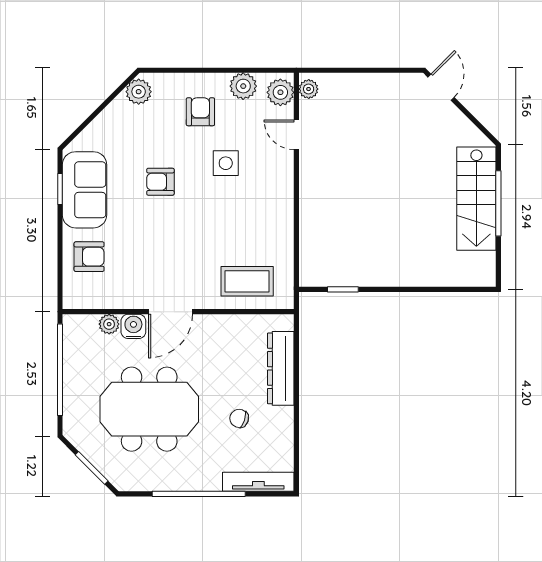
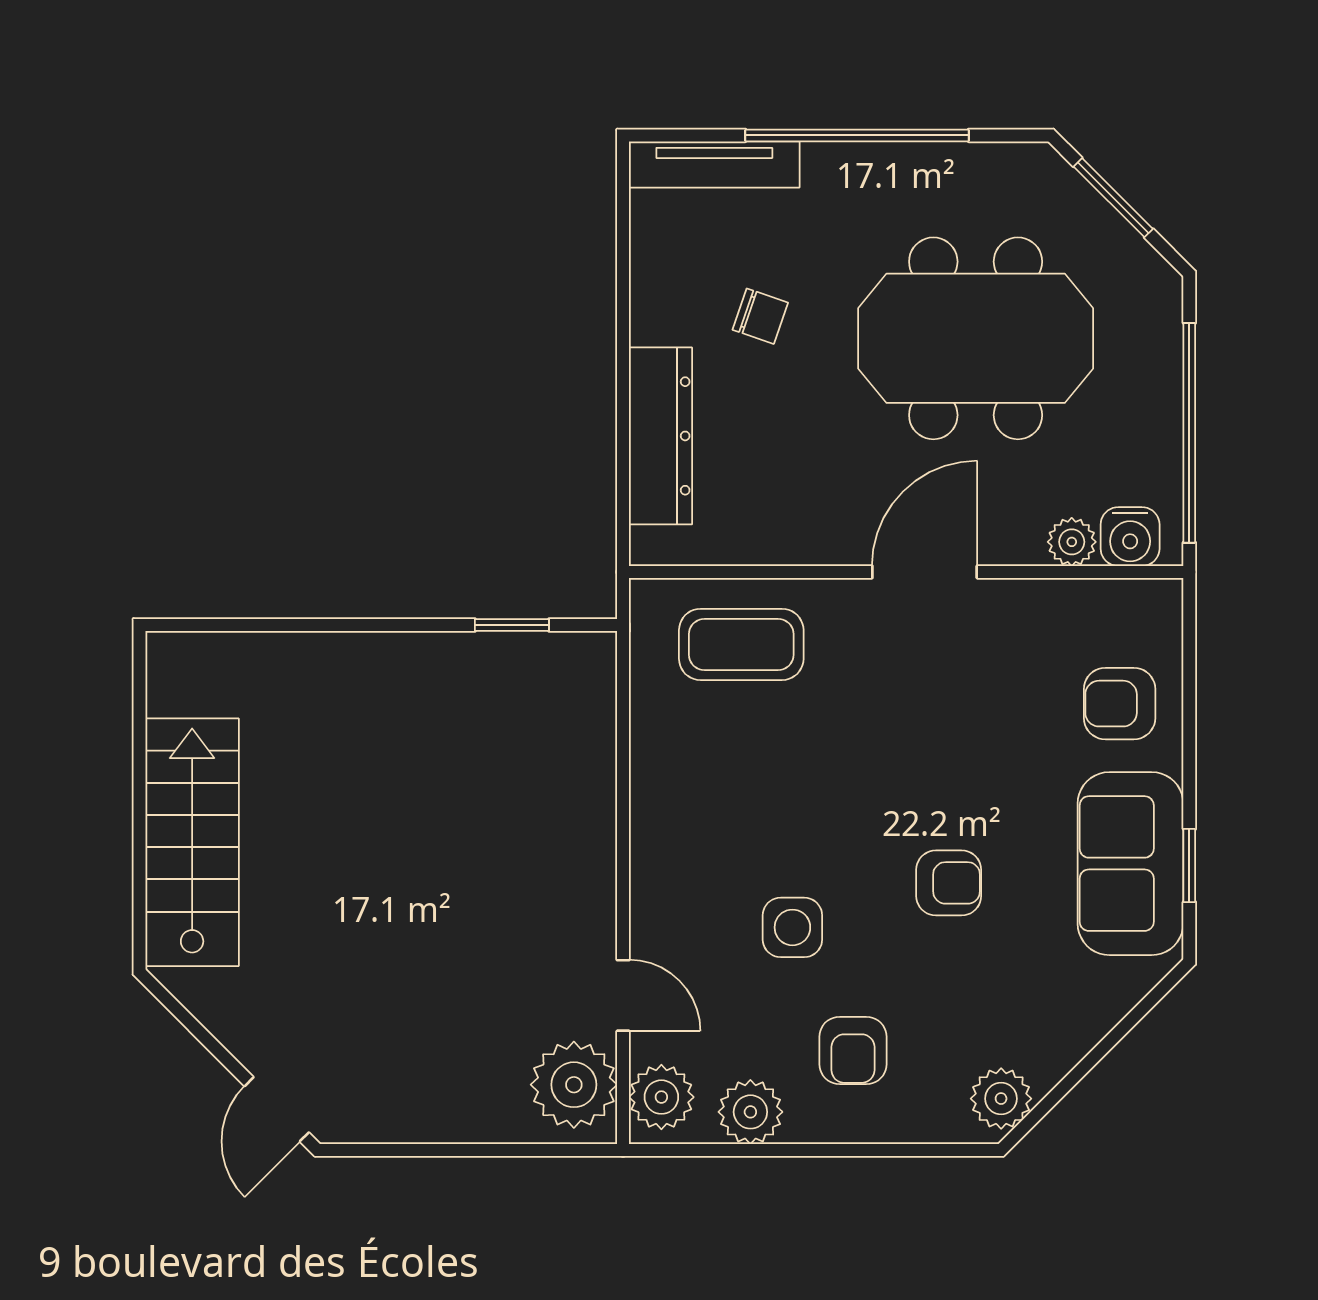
plant: (309, 89) -> (574, 1085), width x1.88, depth x1.88
window: (498, 203) -> (139, 831), removed
water cooler: (133, 326) -> (1130, 537), moved

